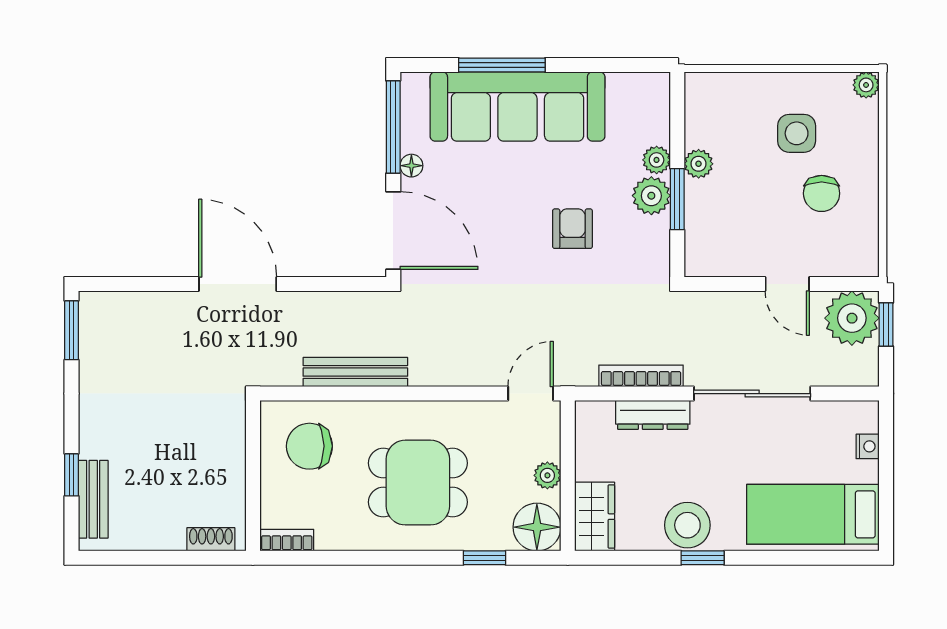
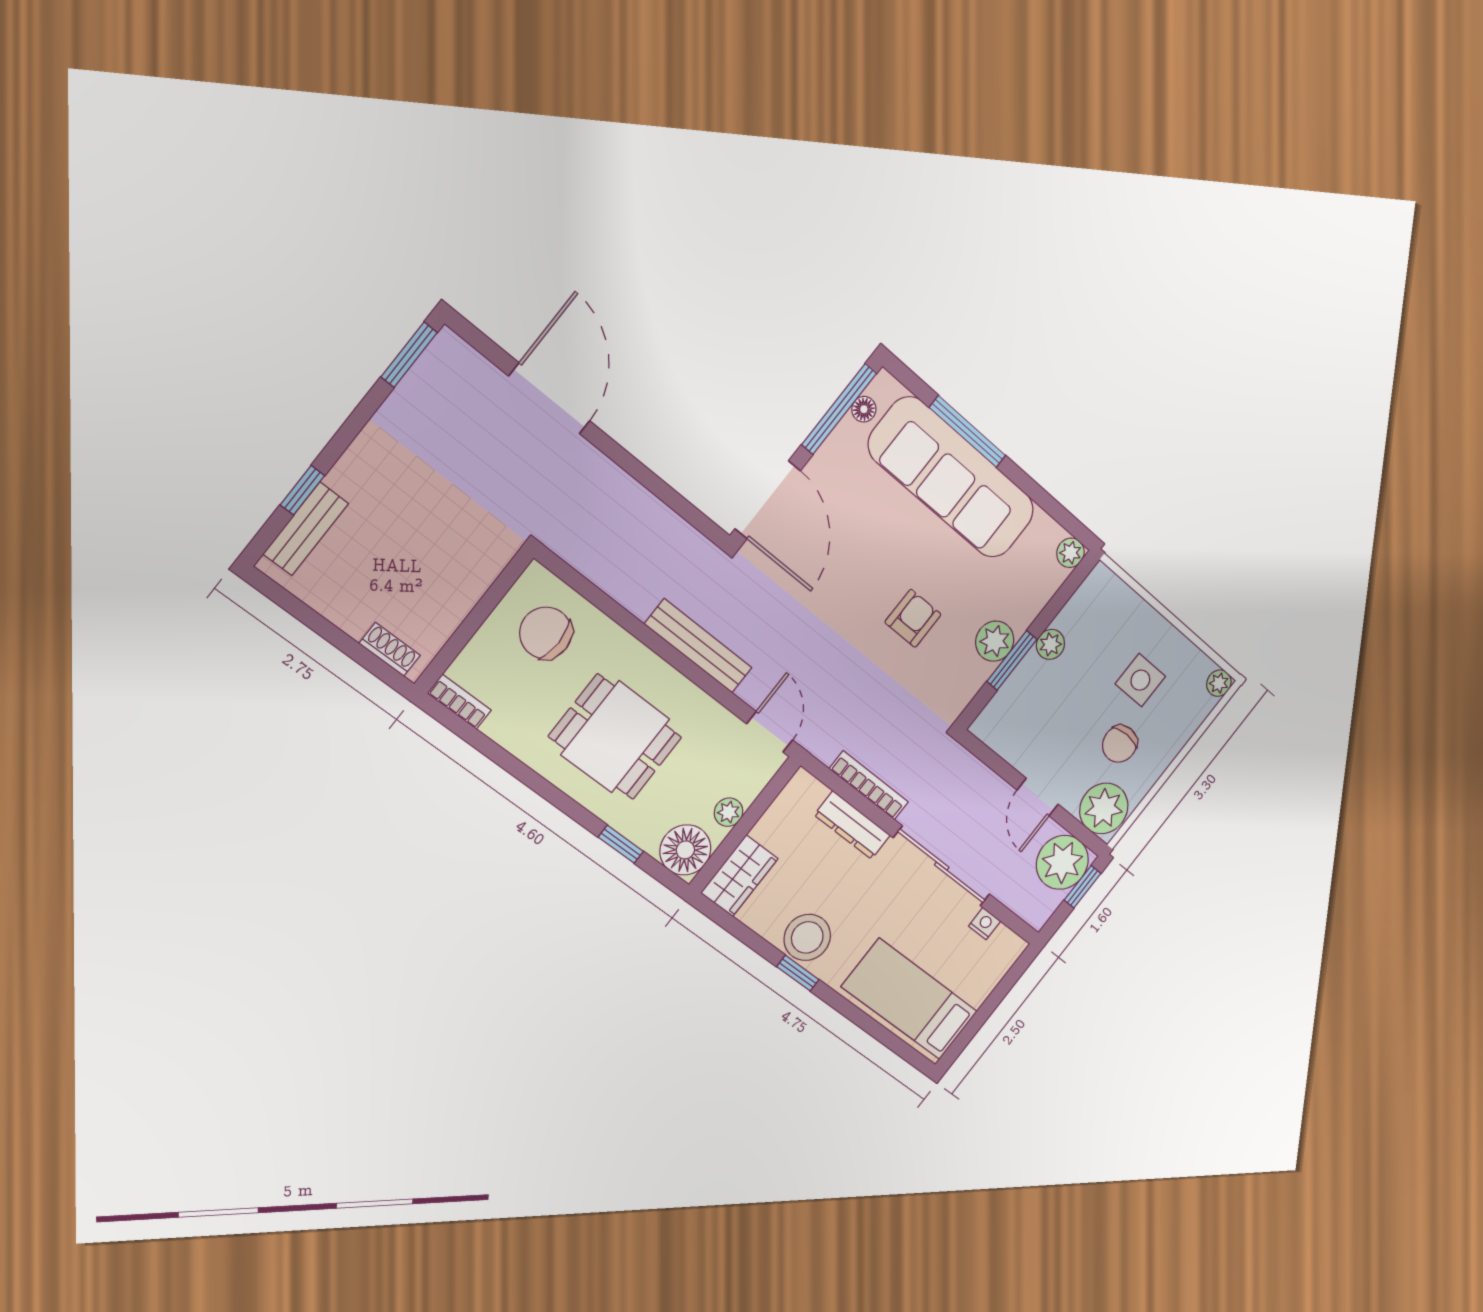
plant: (657, 160) -> (1070, 553), moved
floor lamp: (411, 166) -> (864, 409), moved
plant: (851, 252) -> (1104, 808), added
door: (238, 284) -> (549, 399), moved
bench: (355, 372) -> (698, 646), moved
door: (531, 394) -> (770, 732), hinge flipped
nightstand: (868, 446) -> (985, 924), moved, turned -90

